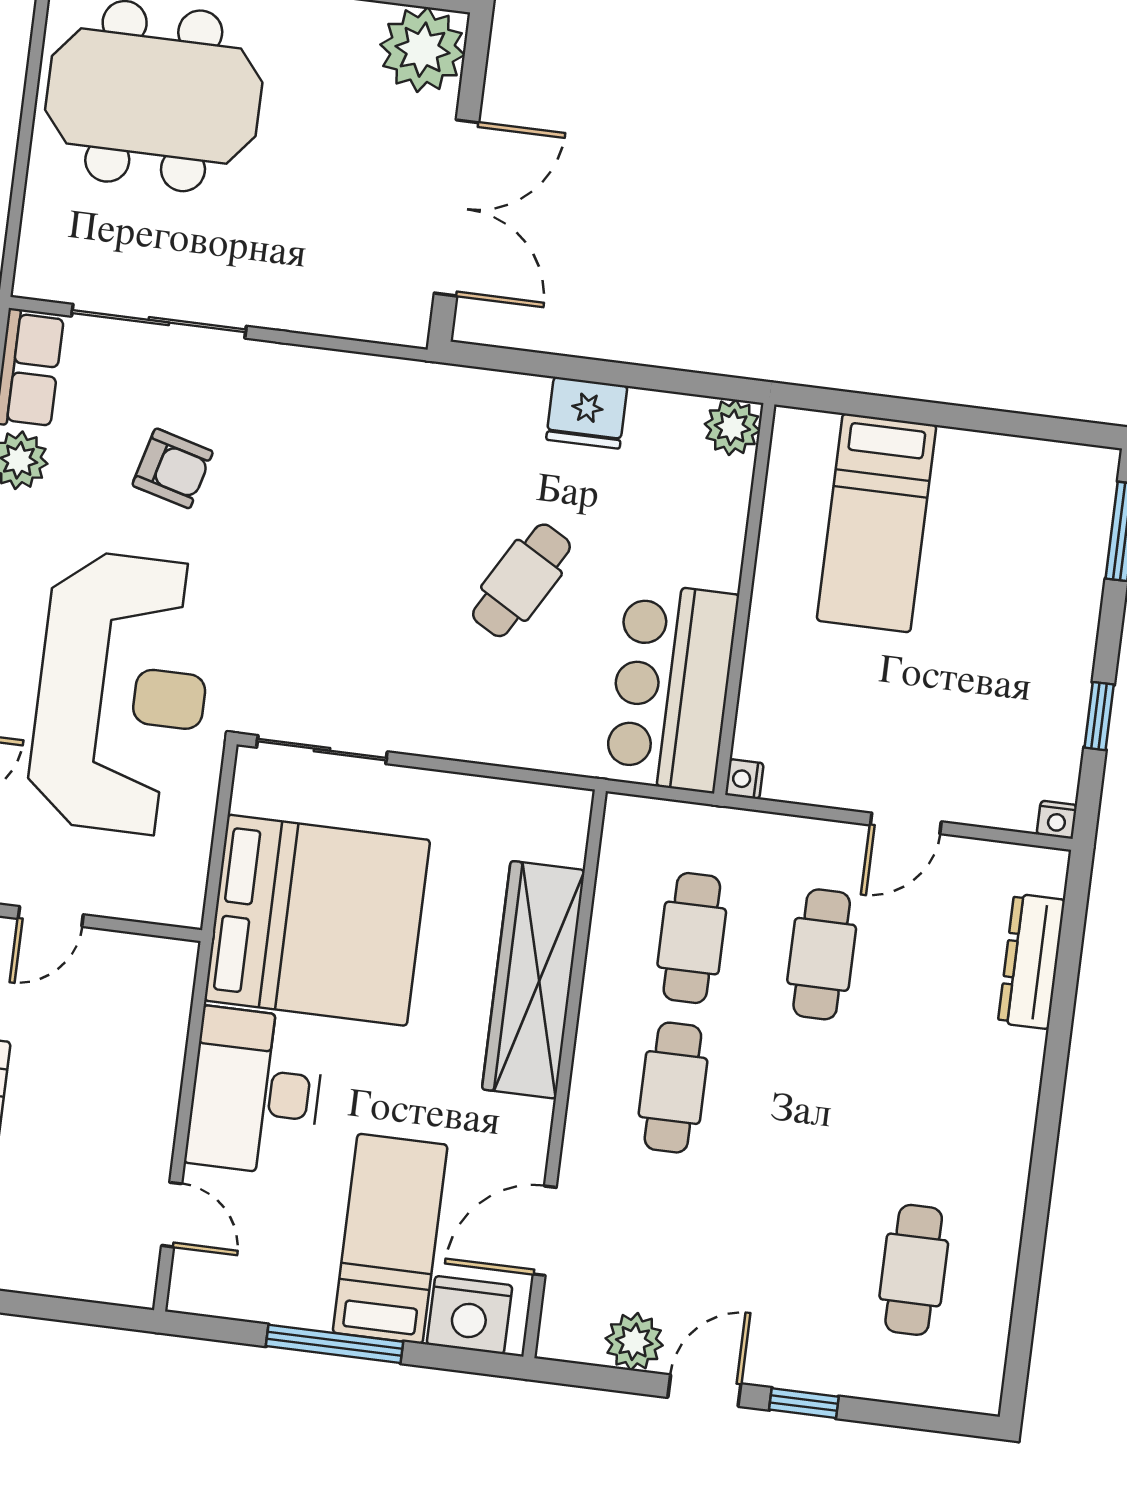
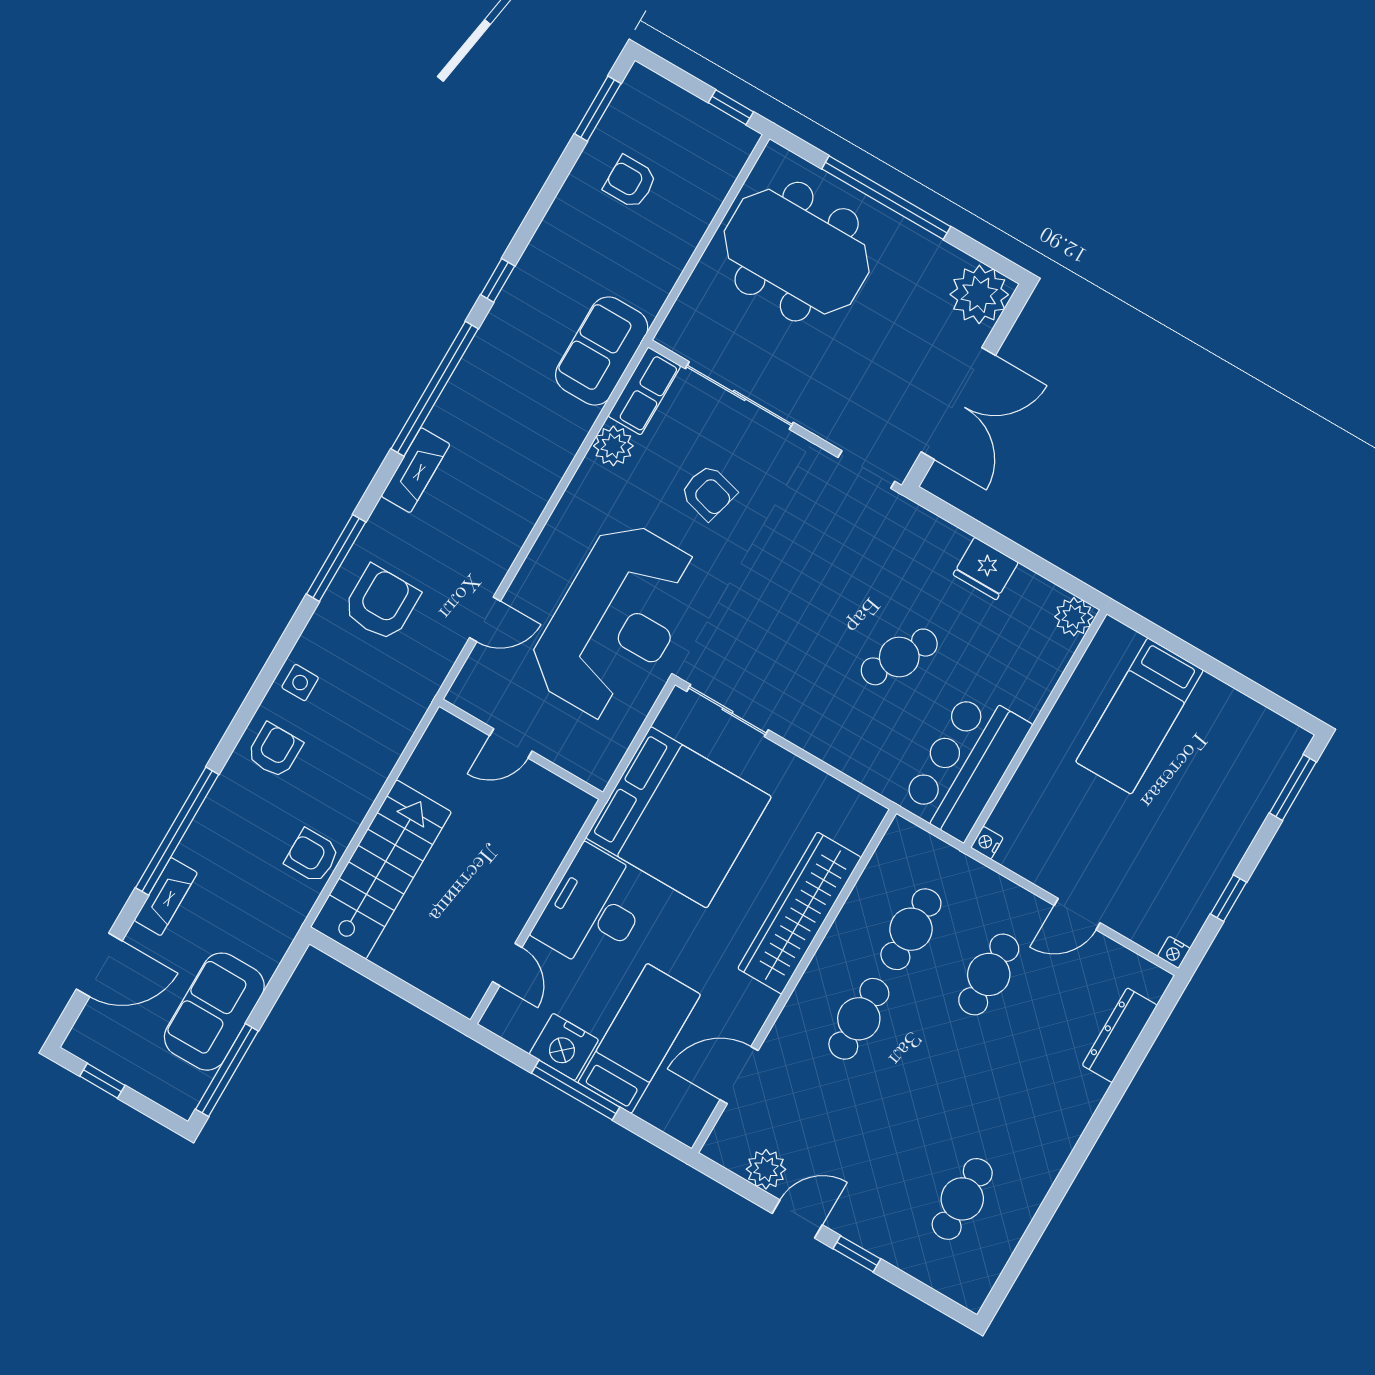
doorway: (371, 348) -> (866, 469), added
nightstand: (470, 1315) -> (564, 1047), moved

